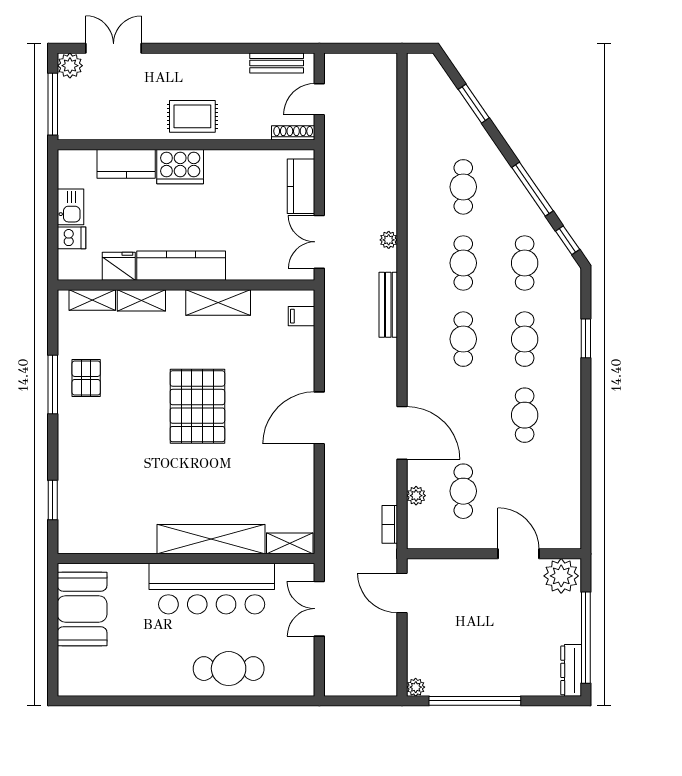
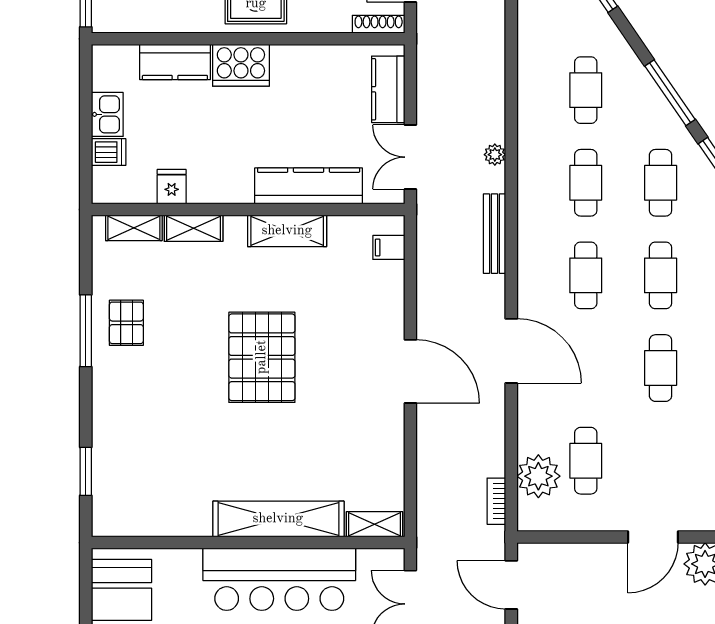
fridge: (119, 266) -> (172, 187), width x0.72
kitchen counter: (181, 266) -> (309, 186), moved
door: (319, 418) -> (410, 371), swing flipped
door: (402, 433) -> (511, 351), moved
plant: (416, 496) -> (538, 476), width x1.88, depth x1.88
door: (518, 554) -> (653, 537), swing flipped

